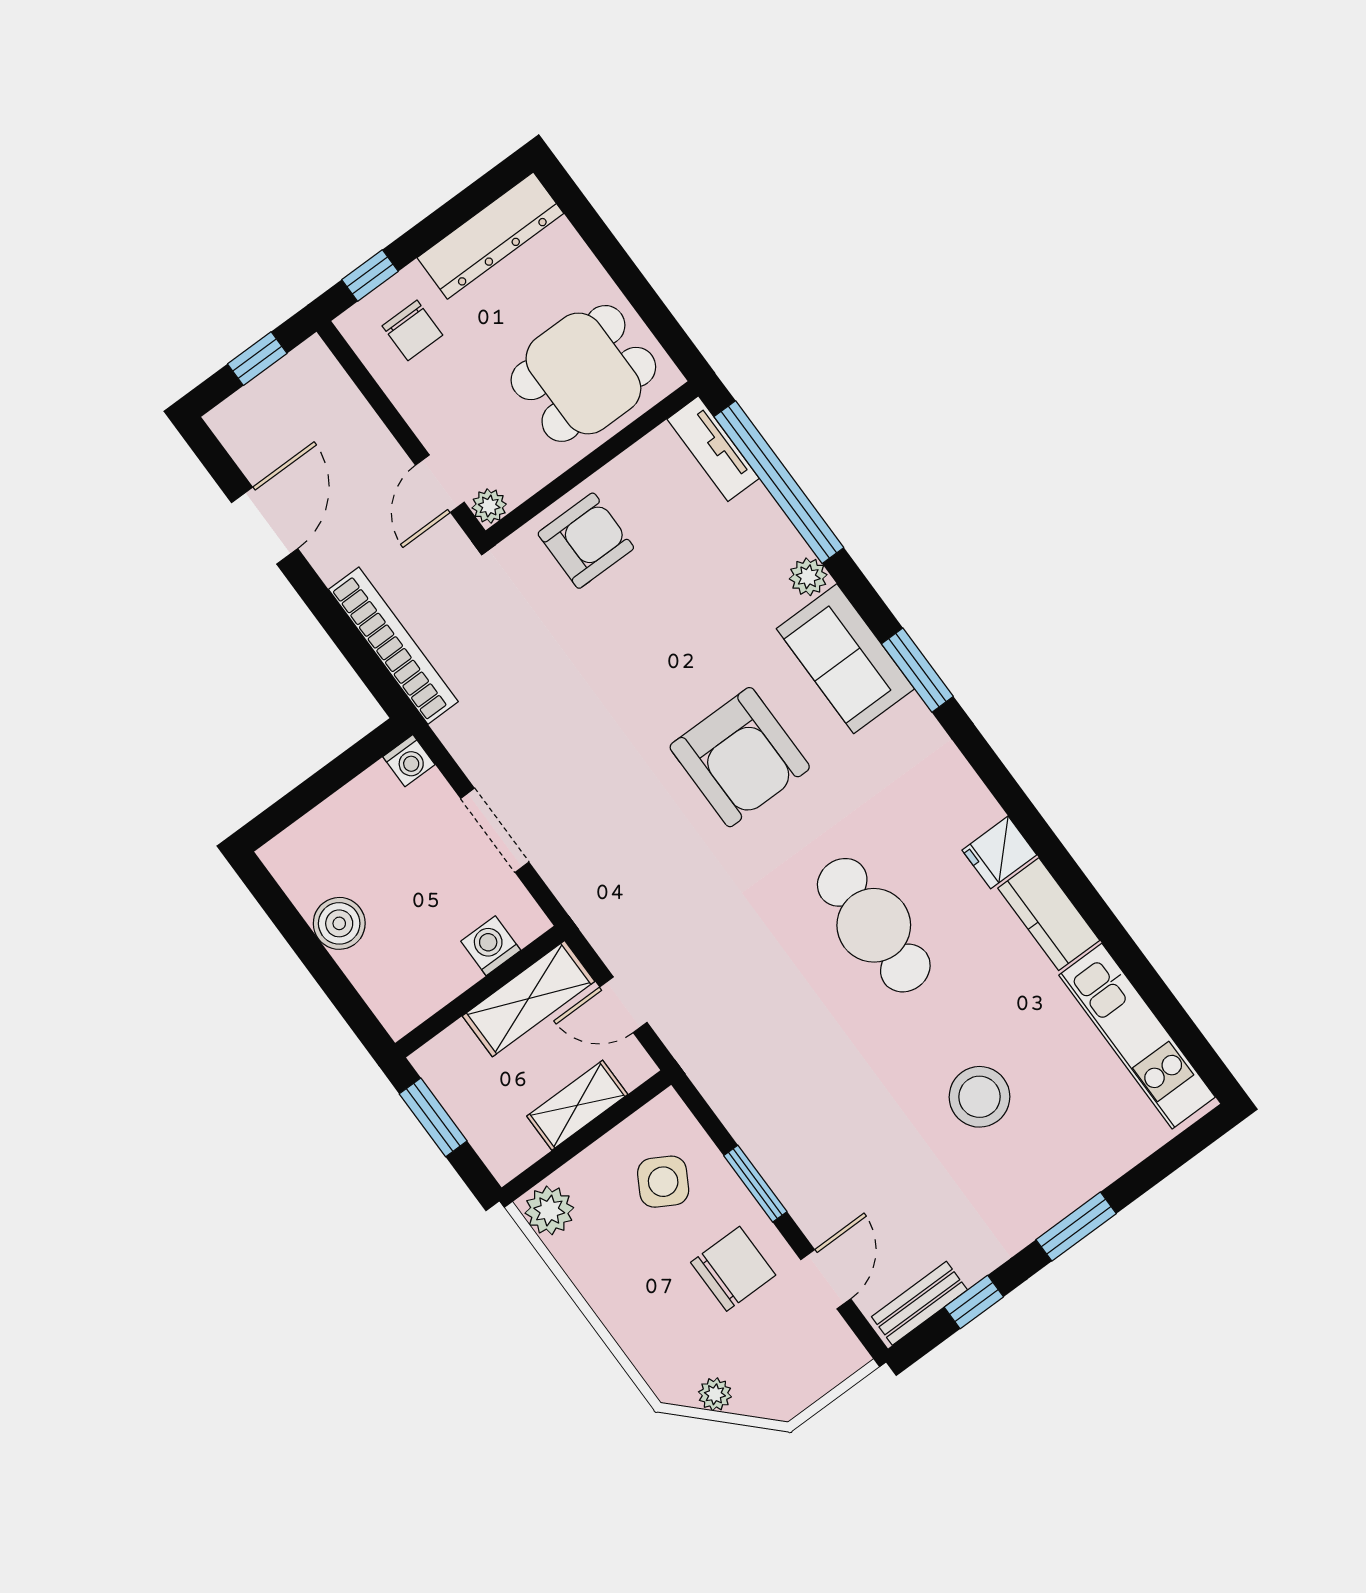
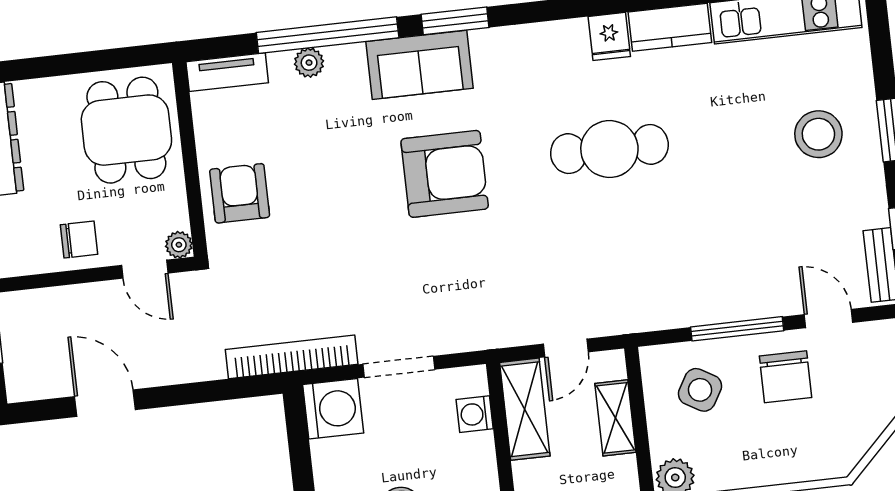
chair: (412, 330) -> (79, 240), moved
window: (779, 482) -> (328, 35), moved
plant: (808, 577) -> (309, 63), moved
bookcase: (393, 646) -> (292, 357), moved
washing machine: (409, 761) -> (333, 409), width x1.89, depth x1.89
stool: (980, 1097) -> (818, 134), moved
window: (755, 1184) -> (737, 329), width x1.44
chair: (733, 1269) -> (786, 377), turned 180
plant: (715, 1394) -> (863, 438), removed

